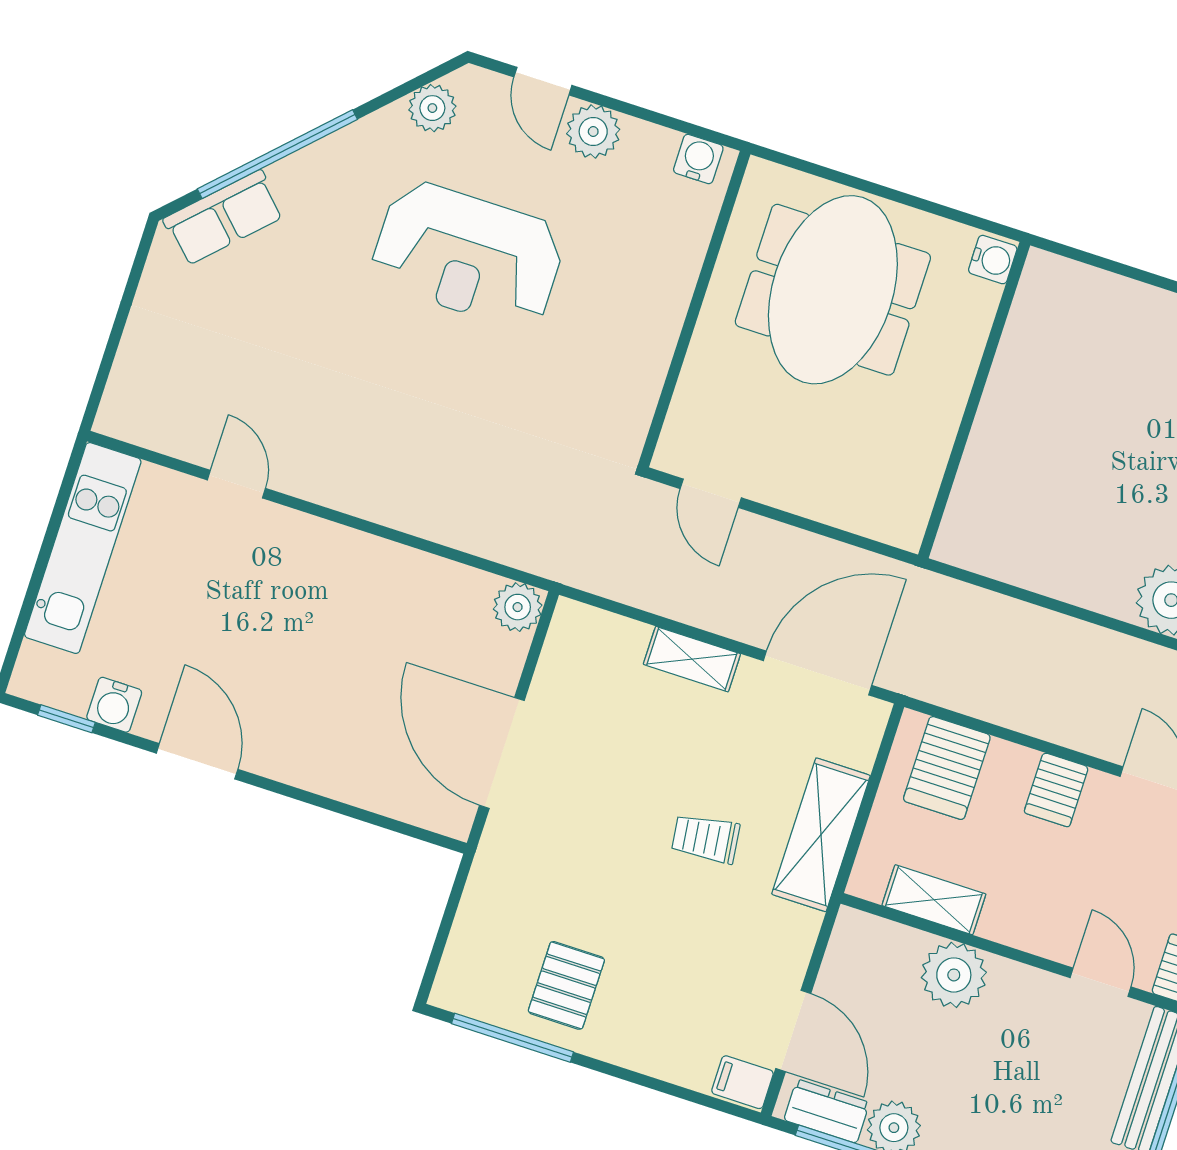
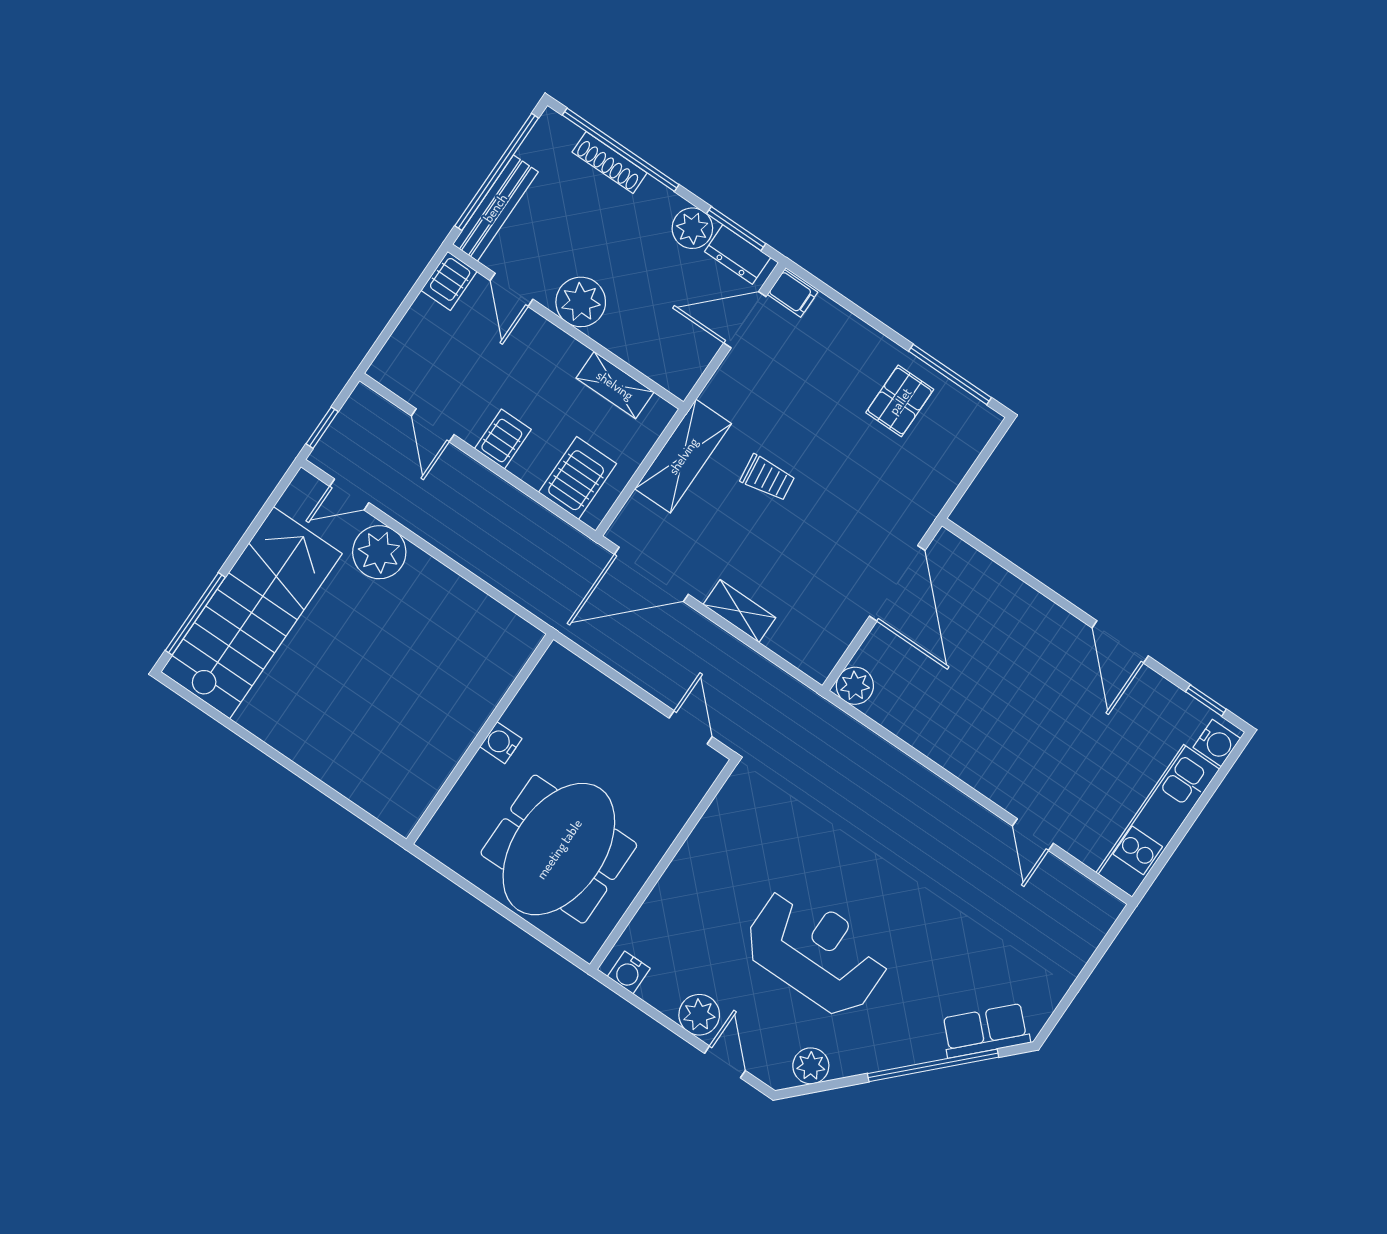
water cooler: (993, 260) -> (501, 743), moved
water cooler: (114, 705) -> (1217, 743), moved, turned 90
plant: (954, 975) -> (581, 302), moved
door: (793, 1031) -> (745, 320), hinge flipped

